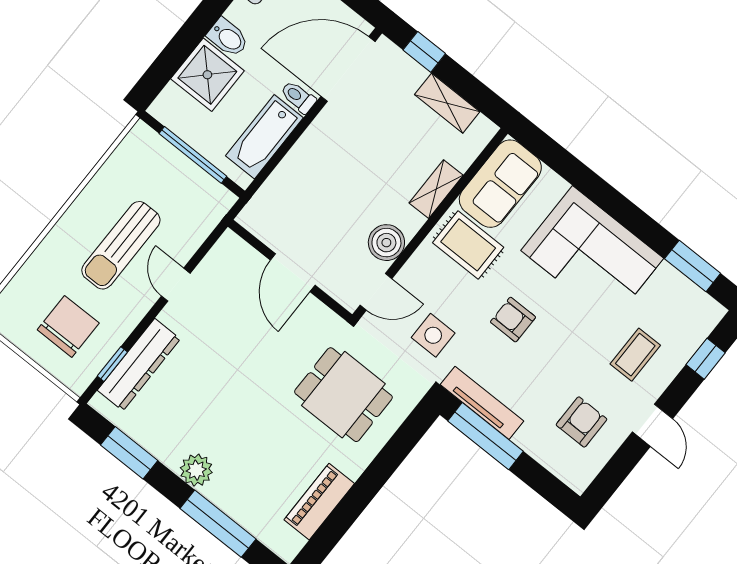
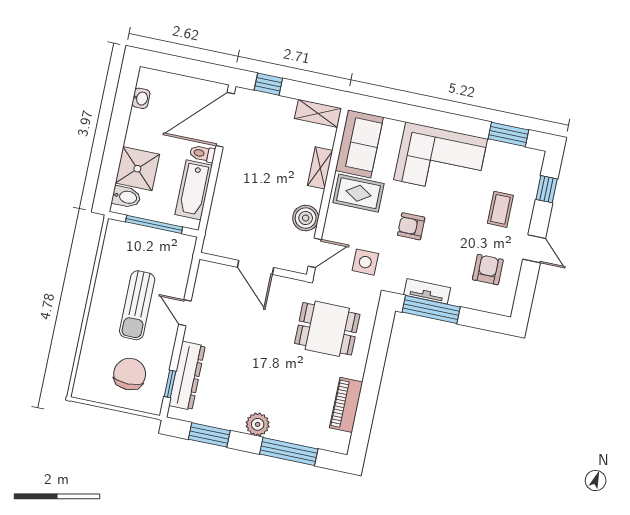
bidet: (228, 37) -> (126, 197), moved
shelving: (447, 103) -> (318, 113), moved
tv unit: (482, 403) -> (427, 291), width x0.71

